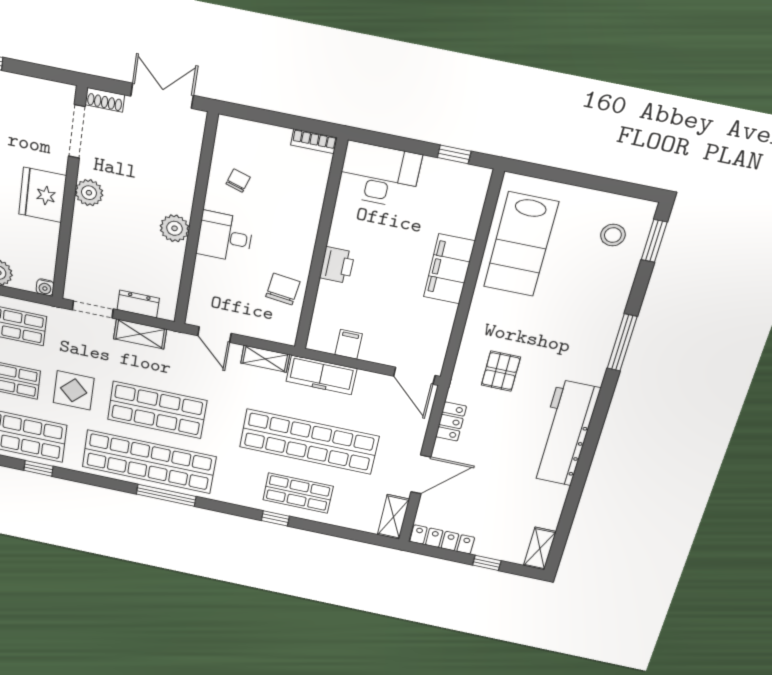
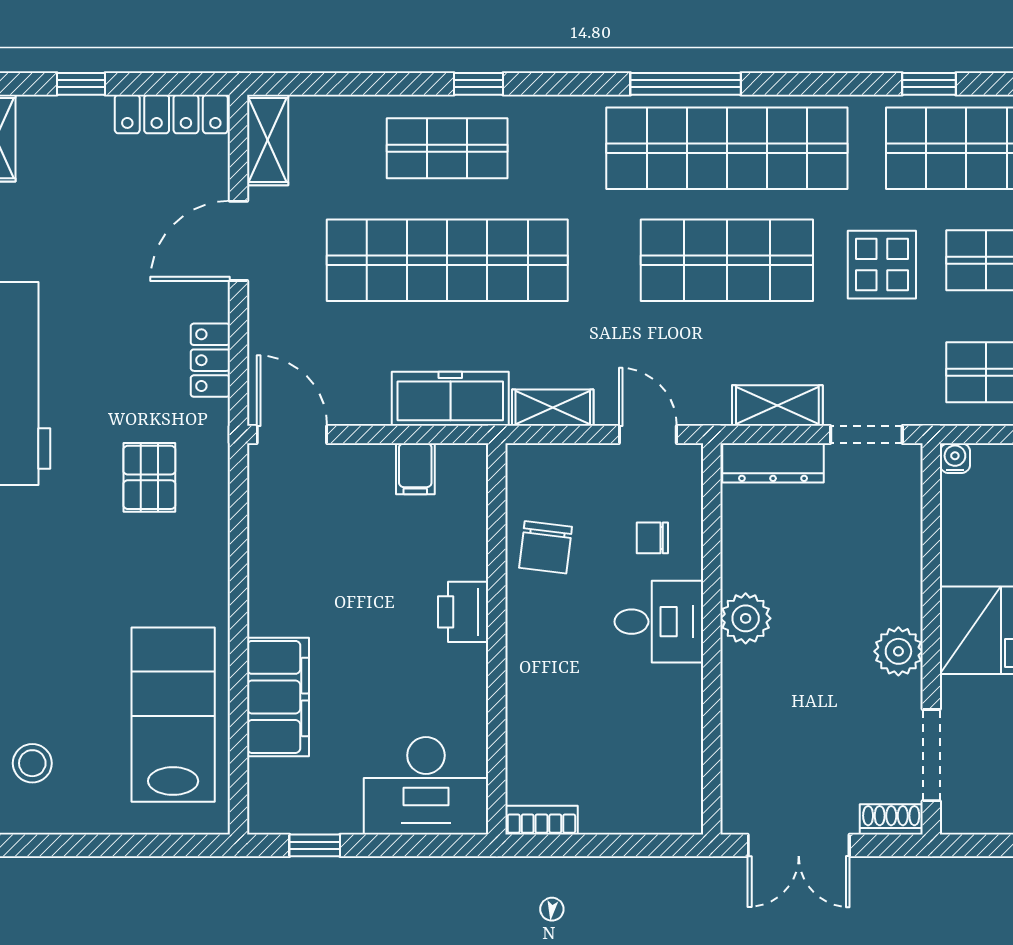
chair: (238, 181) -> (652, 538), moved, turned 73
filing cabinet: (449, 269) -> (278, 697), moved
dresser: (138, 304) -> (773, 463), width x1.44

